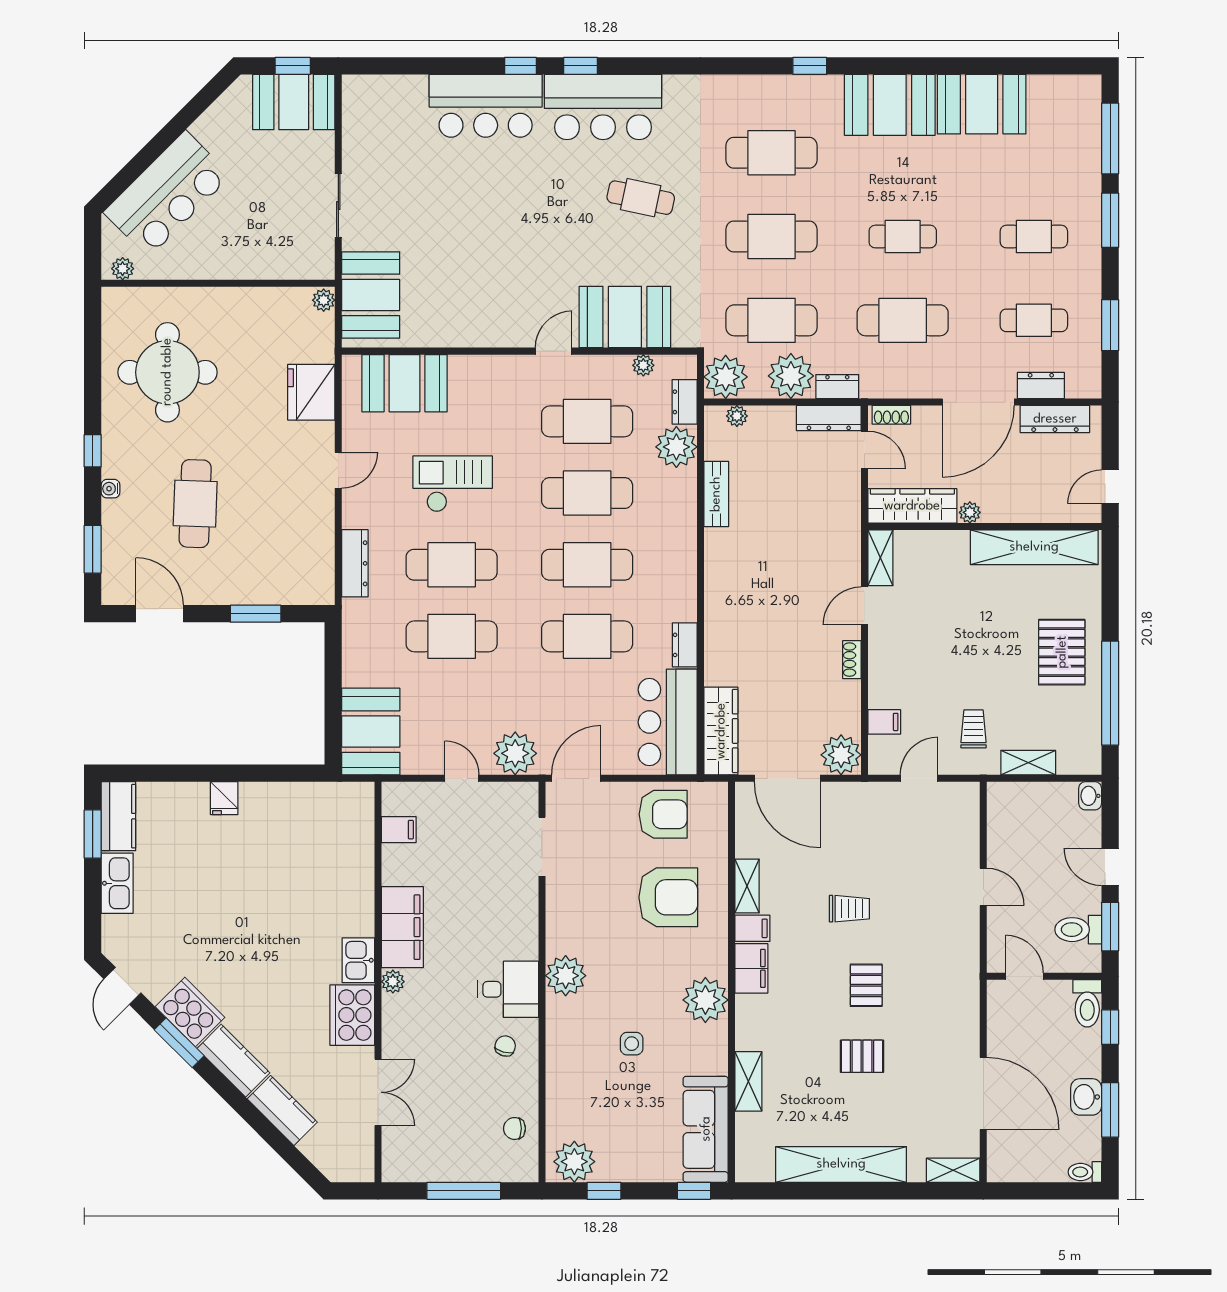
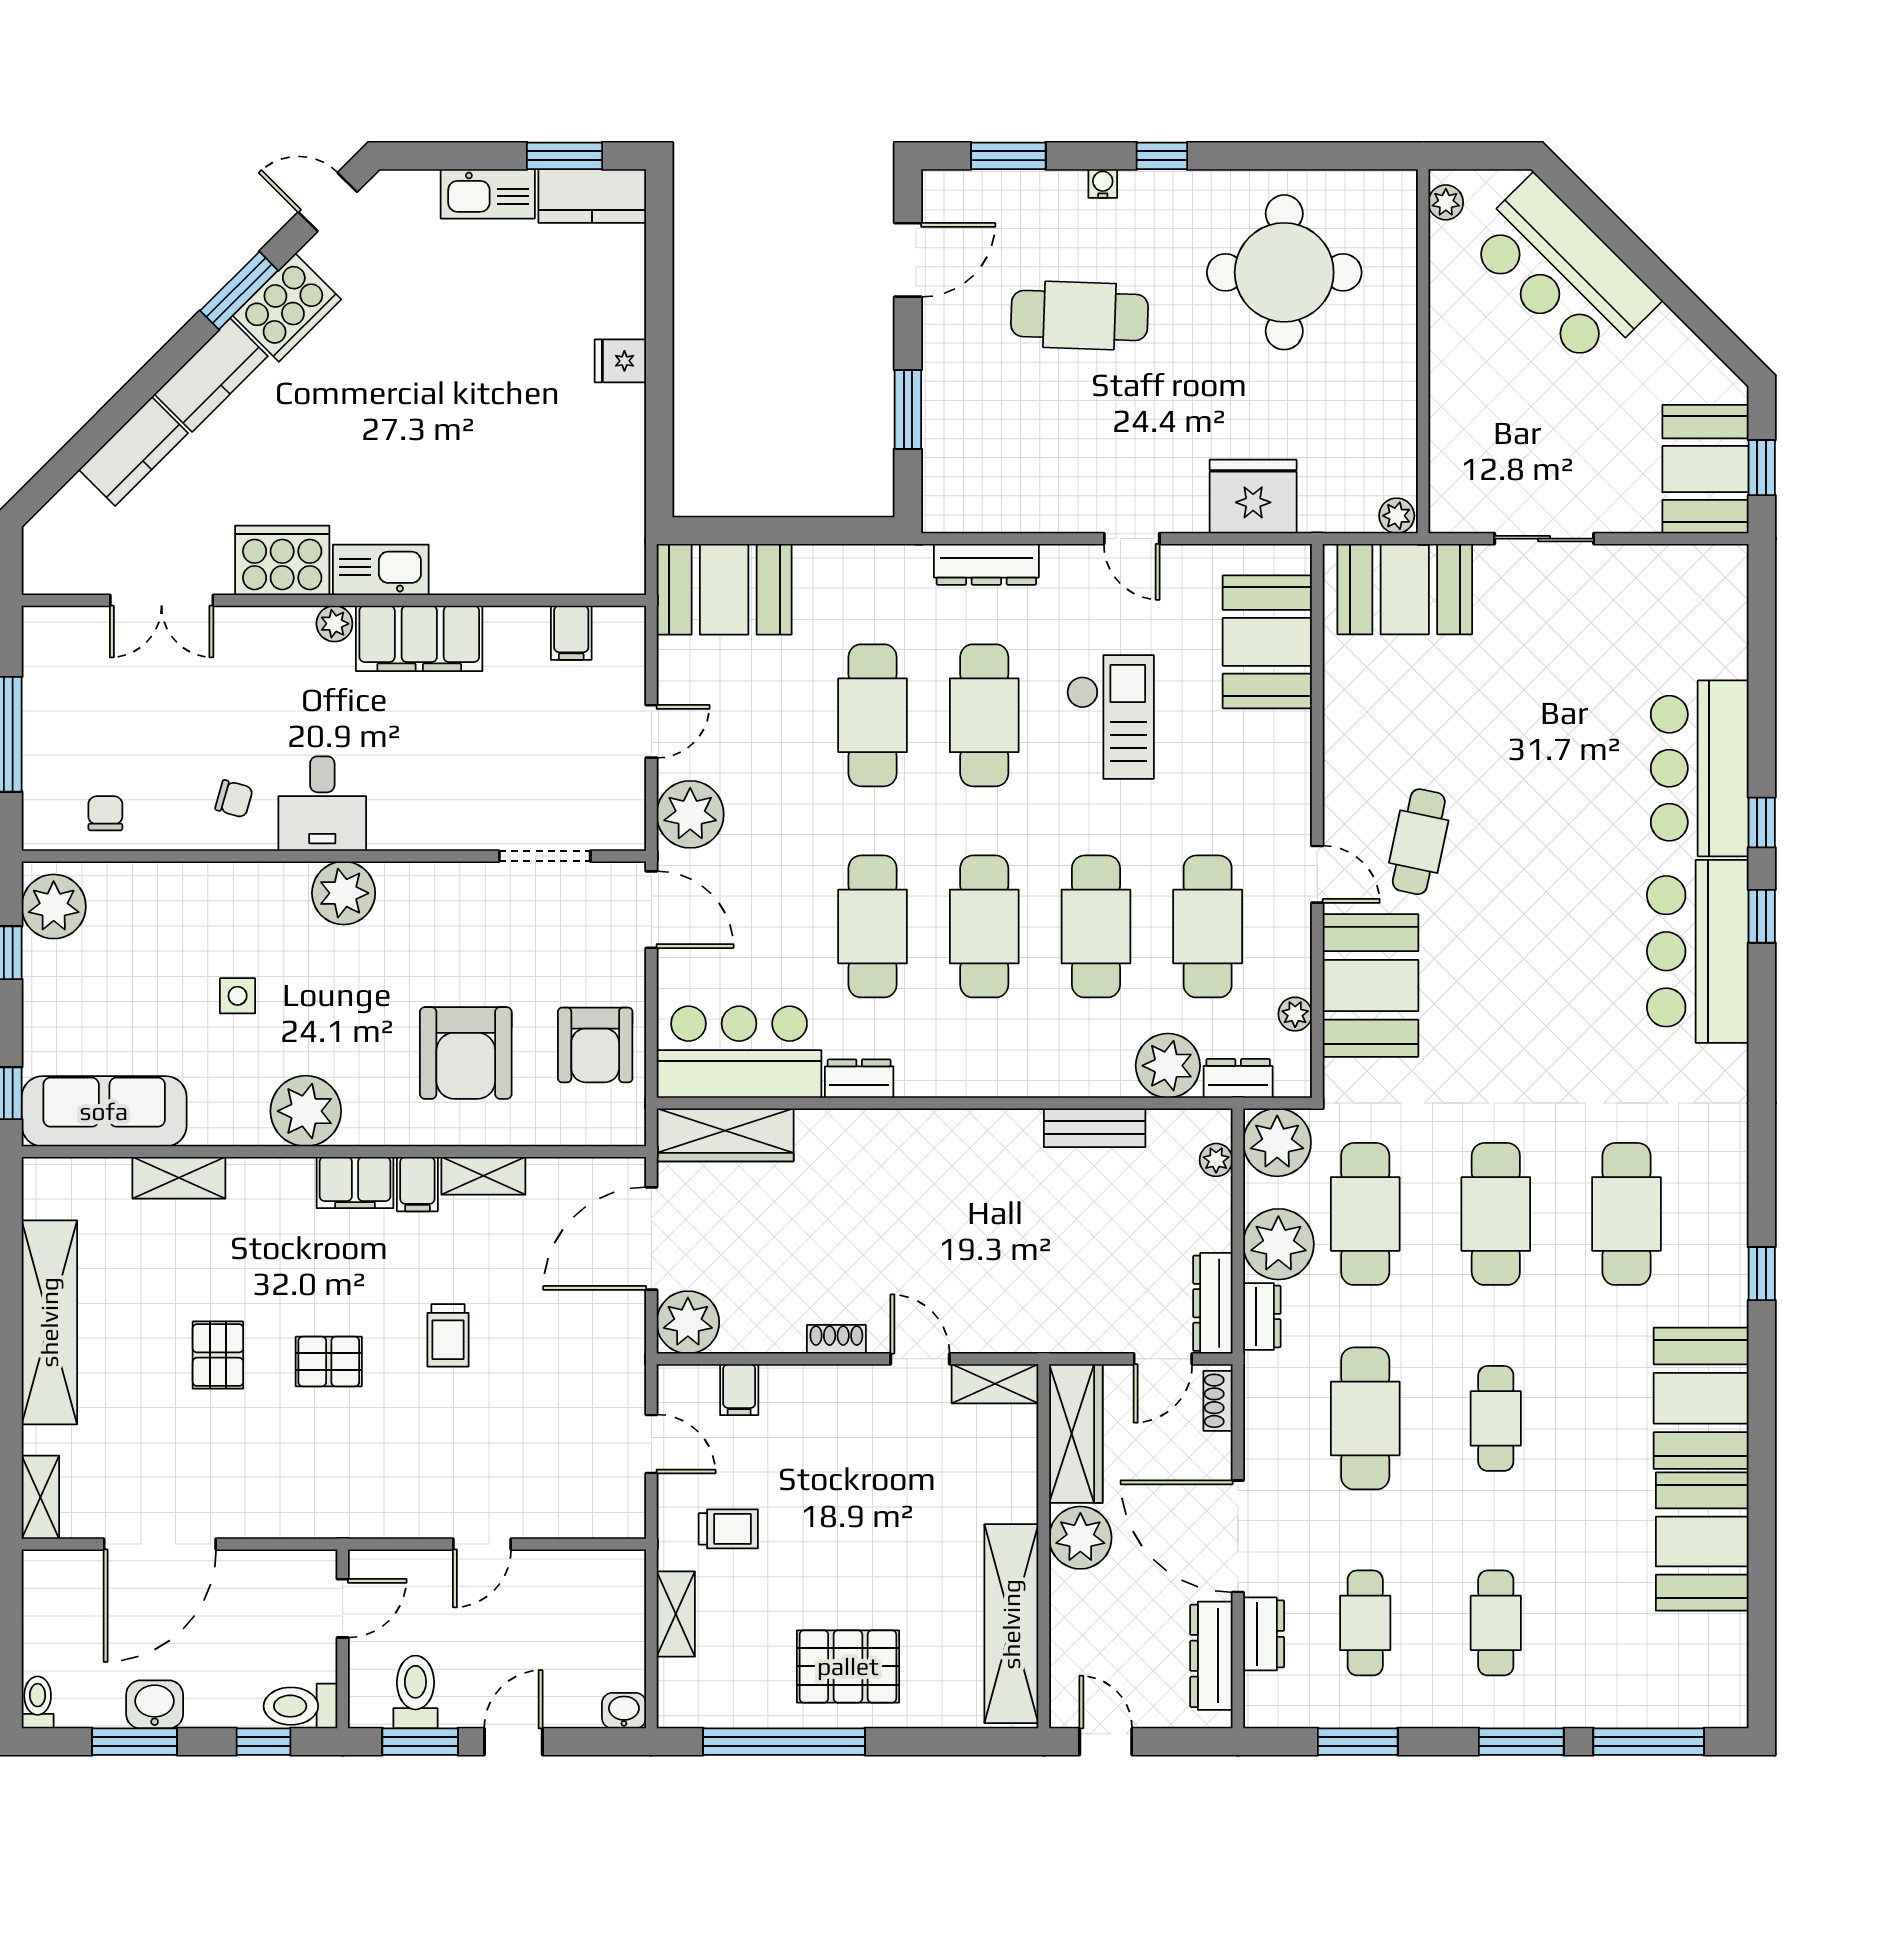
cafe table: (641, 198) -> (1419, 842), moved
plant: (970, 512) -> (1080, 1538), width x1.88, depth x1.88
kitchen sink: (358, 960) -> (381, 570), width x1.38

